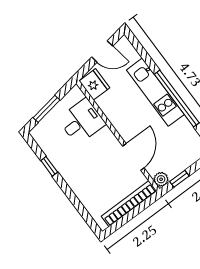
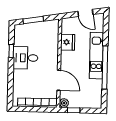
fridge: (94, 84) -> (68, 42), moved
desk: (82, 121) -> (26, 58), moved, turned 180
door: (133, 157) -> (59, 80), hinge flipped

